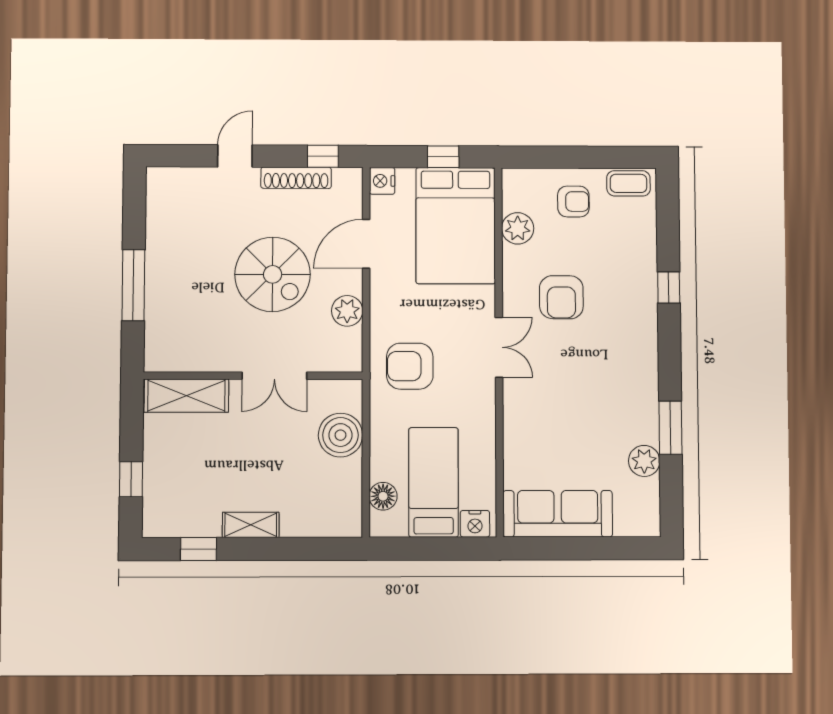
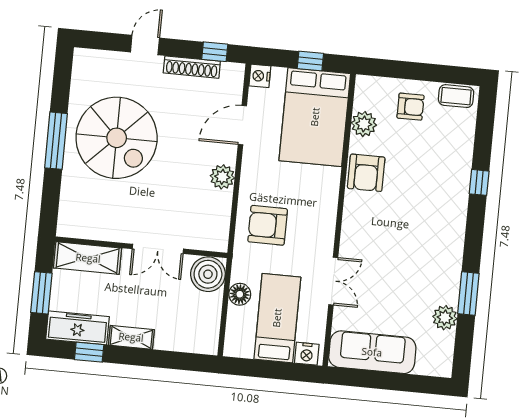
spiral stairs: (273, 274) -> (117, 138), moved, width x1.37, depth x1.37
armchair: (561, 297) -> (366, 173), moved
double door: (499, 347) -> (333, 281), moved
wall: (253, 376) -> (141, 247), moved
double door: (274, 376) -> (158, 249), moved
shelving: (186, 396) -> (88, 258), moved
window: (131, 479) -> (41, 293), width x1.50
floor lamp: (383, 496) -> (240, 294), moved
freezer: (181, 519) -> (78, 328), added

